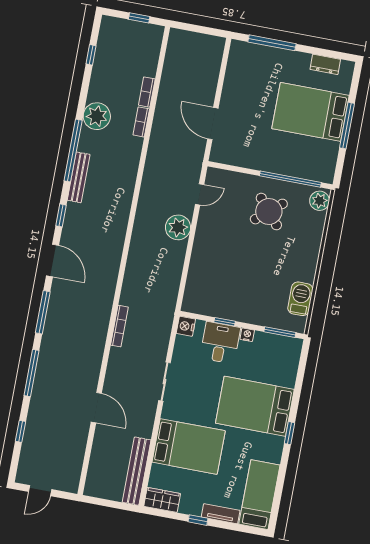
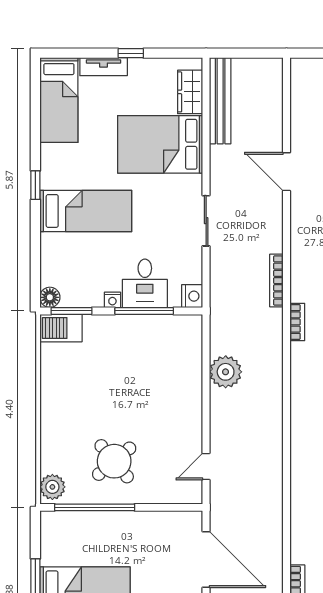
bookcase: (141, 122) -> (297, 322), moved
door: (213, 124) -> (206, 559), width x1.36
plant: (178, 227) -> (226, 372), moved
barbecue: (300, 299) -> (61, 328), moved, turned 90
window: (225, 322) -> (144, 311), width x2.17
floor lamp: (294, 346) -> (50, 297), added
bed: (255, 406) -> (86, 211), width x0.67
wardrobe: (162, 500) -> (190, 92), moved, turned 90

